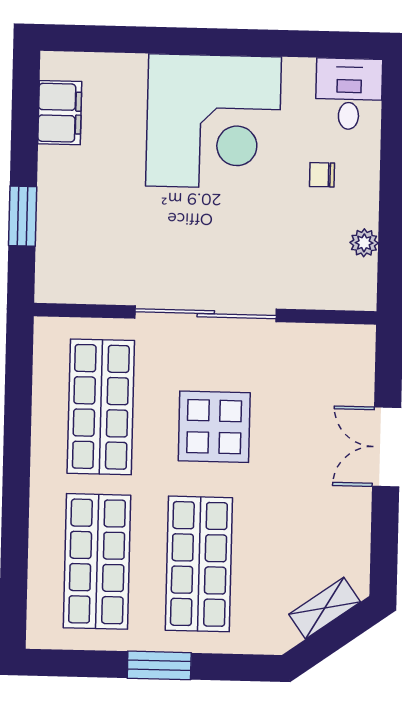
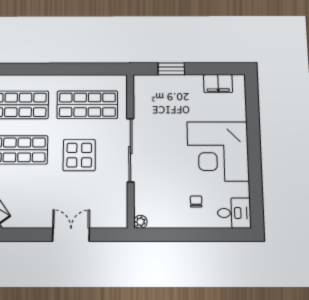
plant: (364, 243) -> (140, 222), moved

